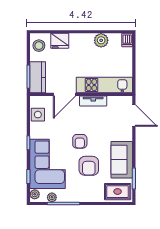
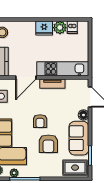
dishwasher: (127, 40) -> (72, 27), moved
fridge: (60, 41) -> (44, 28), moved
floor lamp: (127, 135) -> (83, 115), added

